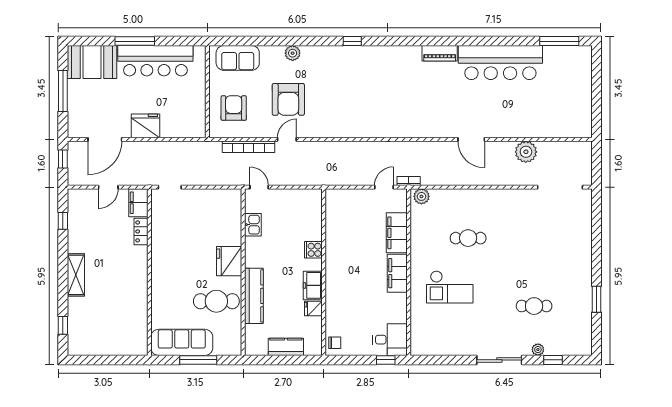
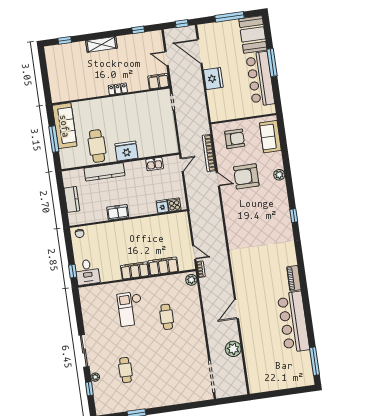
locker: (141, 231) -> (118, 89), moved
cooker: (313, 250) -> (174, 205), moved
fridge: (313, 309) -> (162, 206), moved

